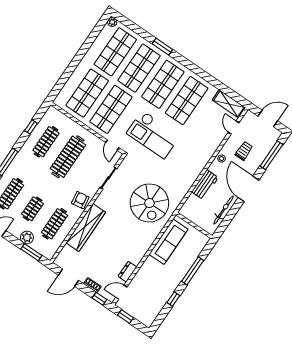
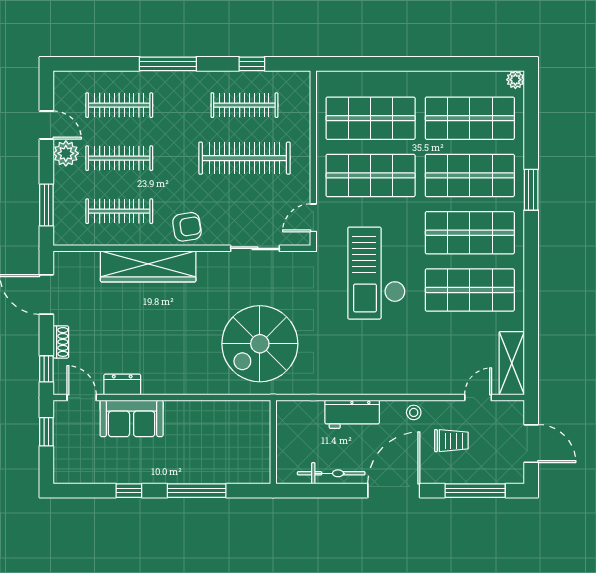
clothes rail: (33, 209) -> (119, 158), width x1.36
plant: (27, 237) -> (66, 153), moved
sofa: (168, 242) -> (132, 418), moved, width x0.73

